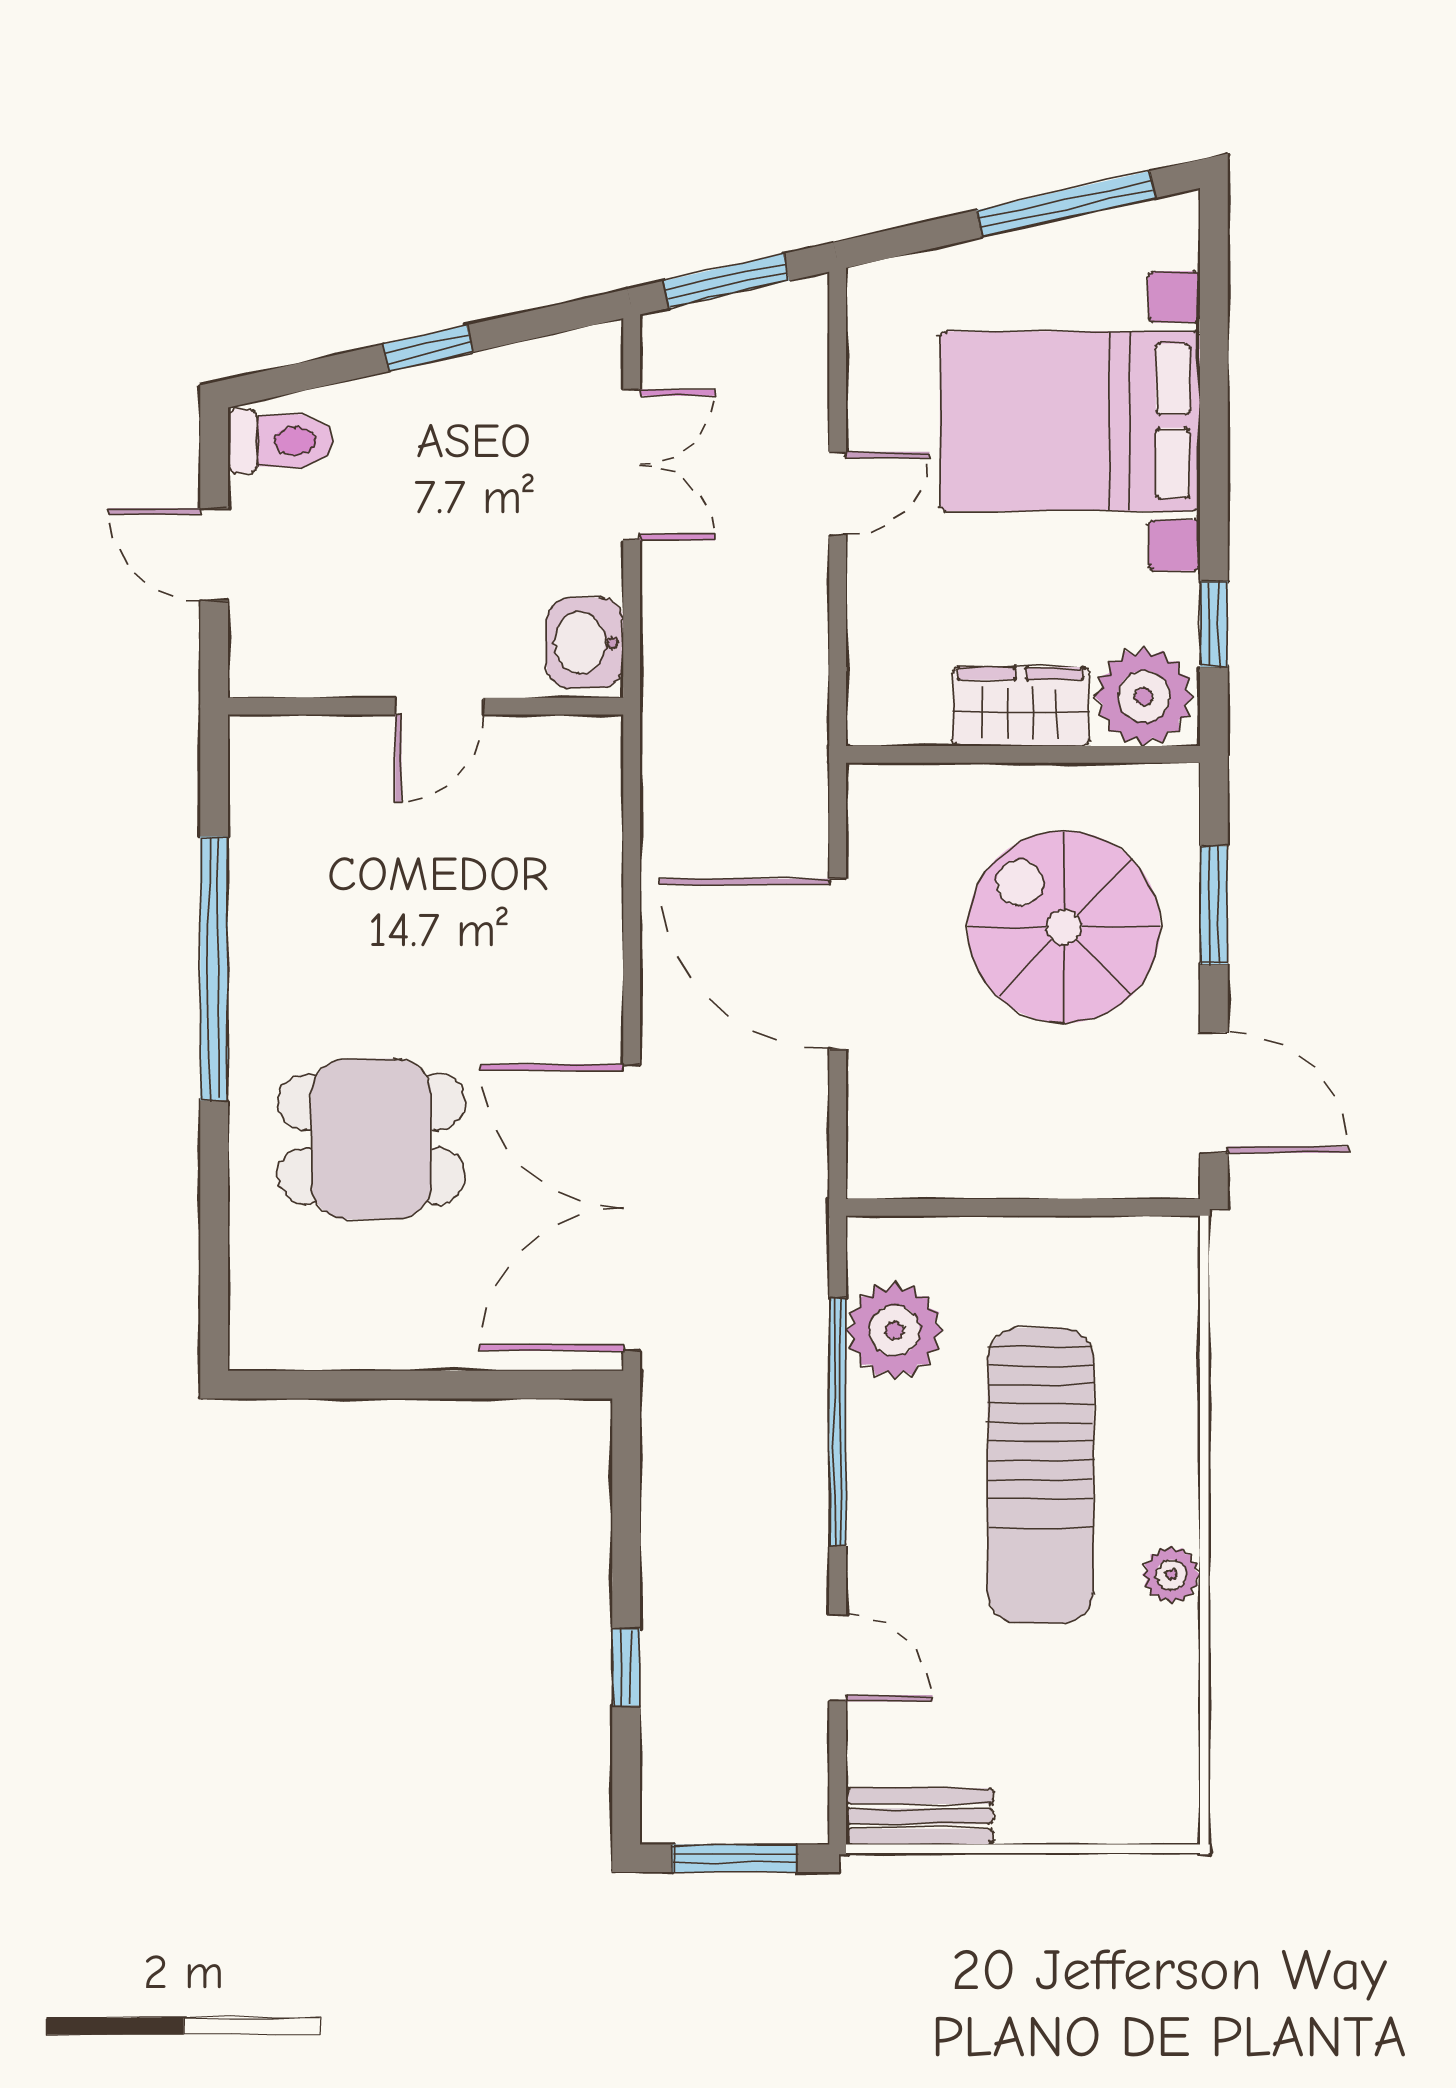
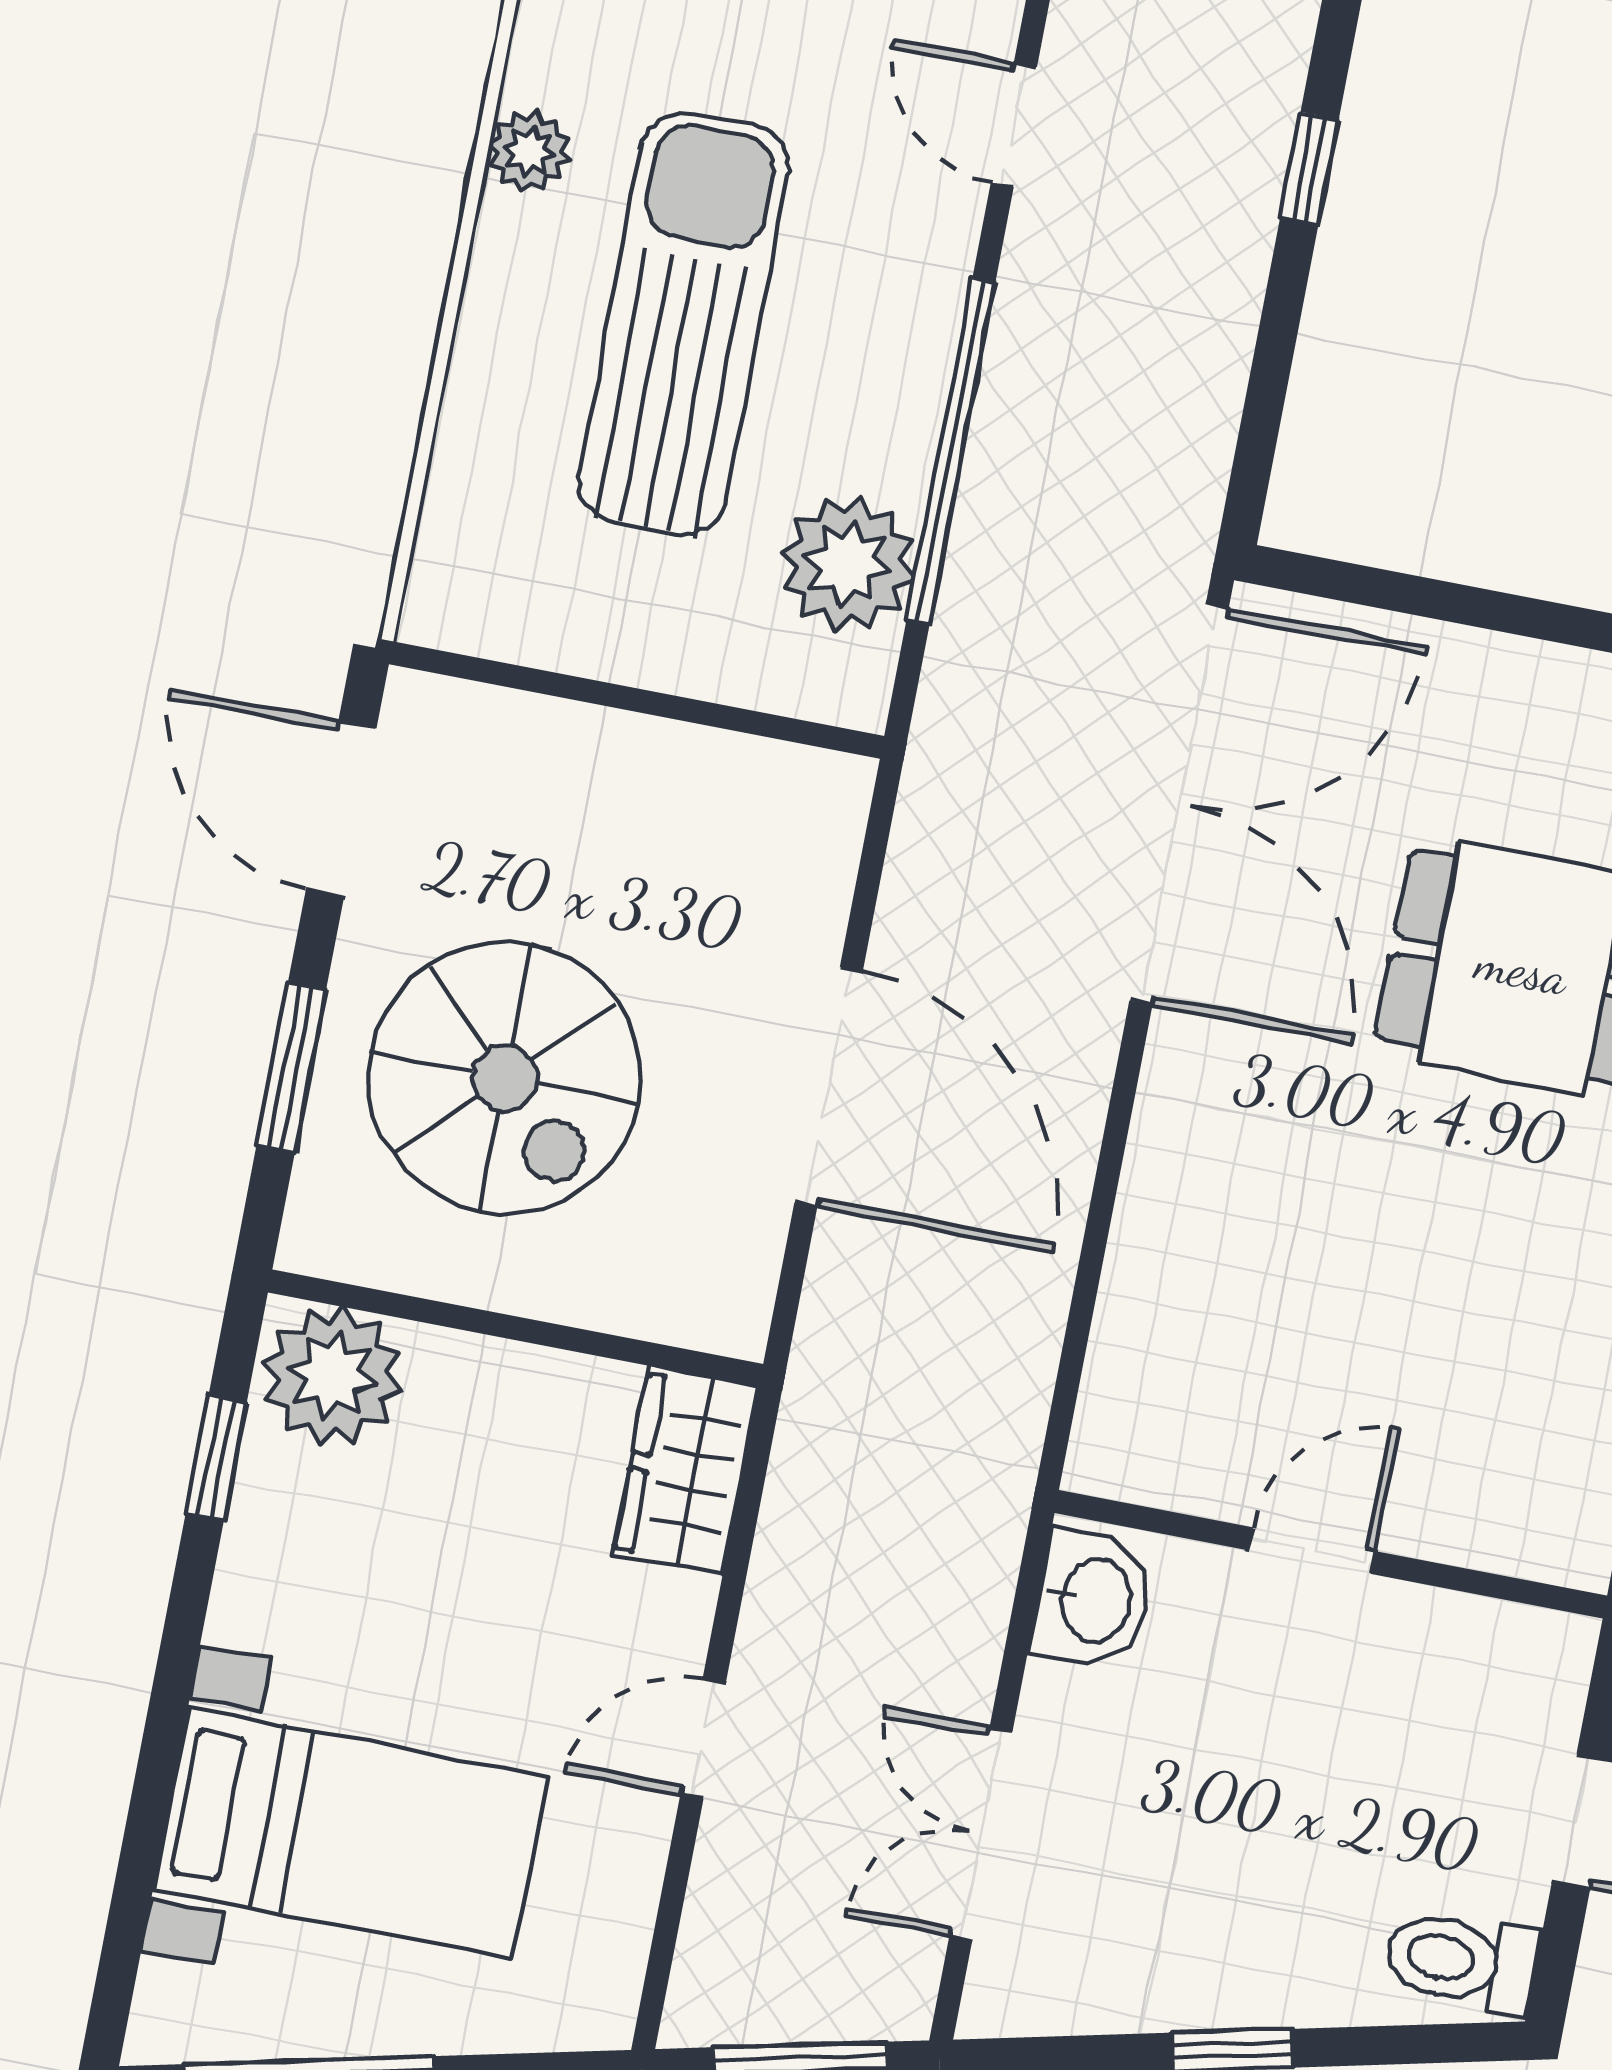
bed with nightstands: (1070, 421) -> (351, 1833), width x0.73
wardrobe: (1021, 707) -> (686, 1471), moved, turned 90

